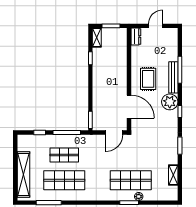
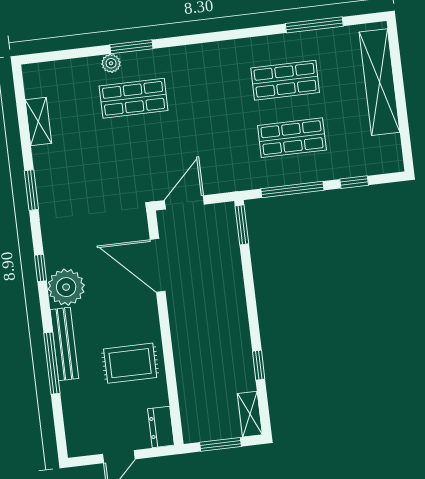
rug: (148, 79) -> (130, 363), moved, turned 90
shop shelf: (64, 180) -> (285, 80), width x0.70, depth x0.74
shop shelf: (131, 180) -> (134, 98), width x0.70, depth x0.74

